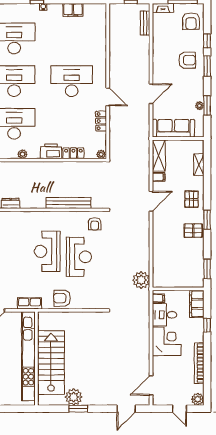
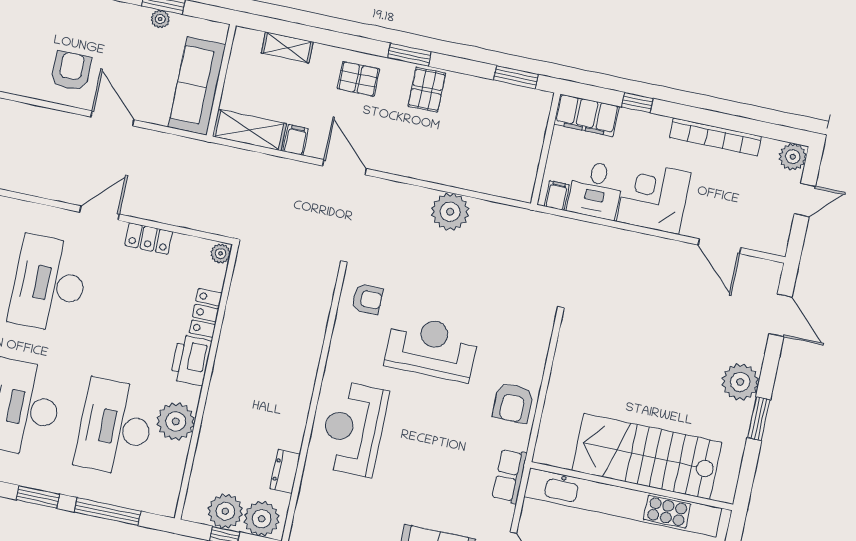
armchair: (187, 60) -> (71, 71), moved
plant: (22, 154) -> (176, 421), width x1.87, depth x1.87
bench: (68, 203) -> (311, 346), removed
reception desk: (47, 251) -> (354, 429), moved, turned 90
plant: (141, 280) -> (450, 212), moved
door: (151, 385) -> (719, 246), moved
plant: (74, 397) -> (740, 382), moved

